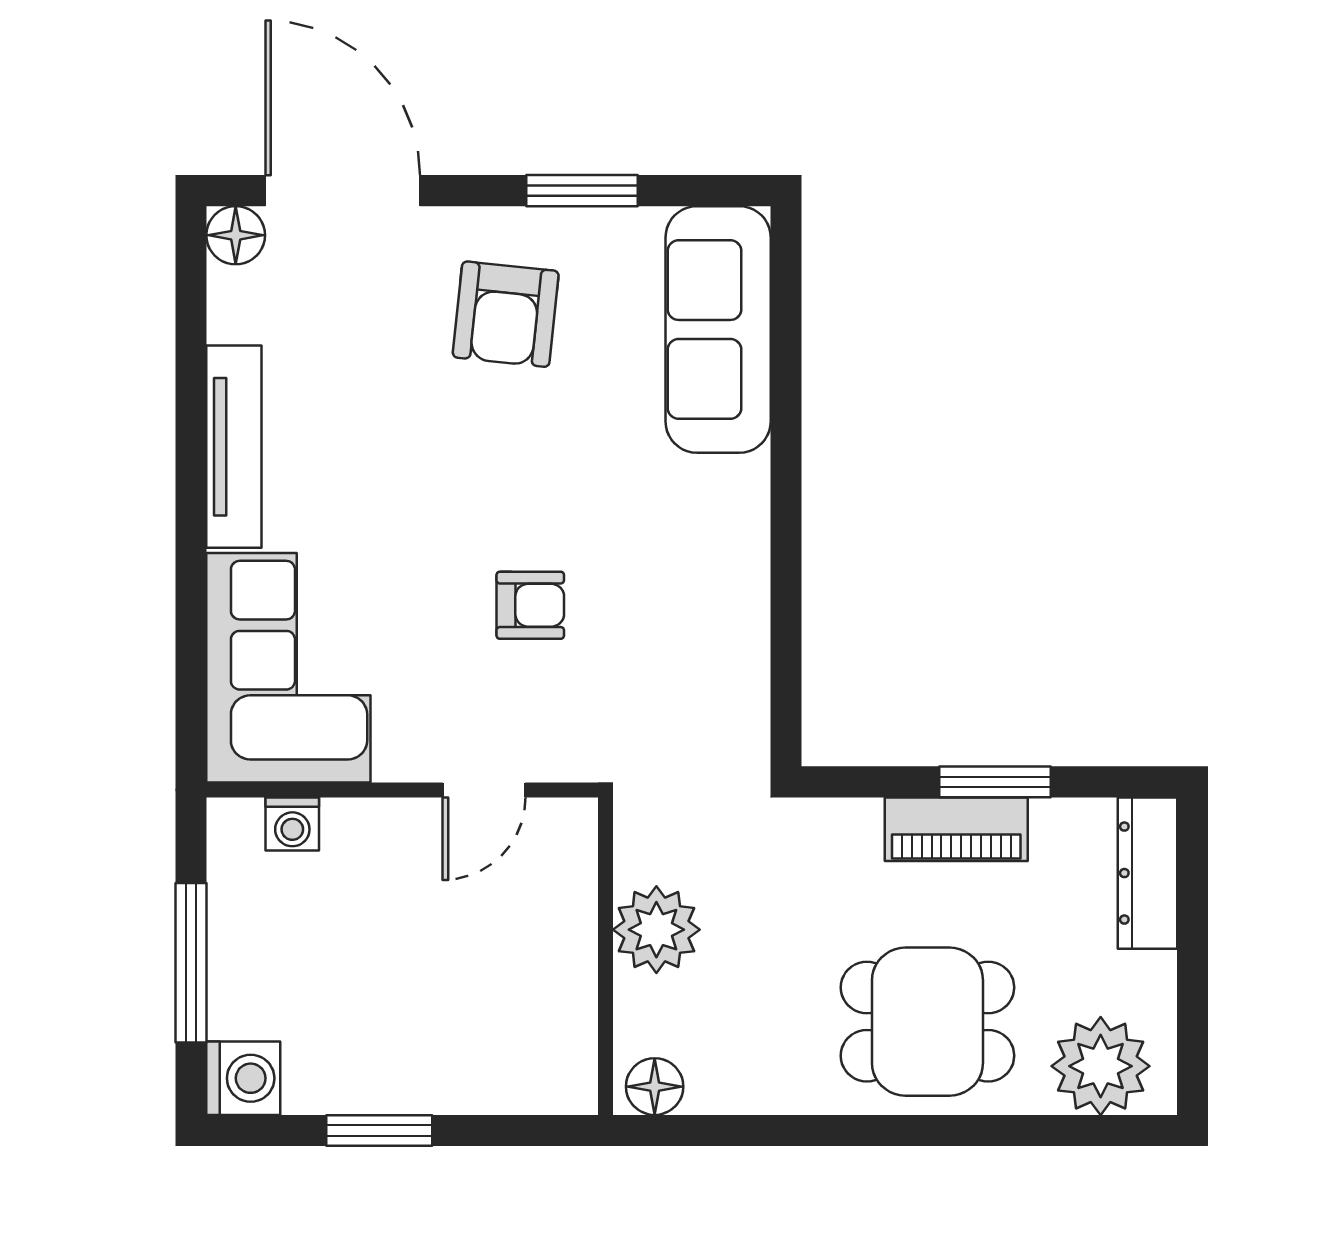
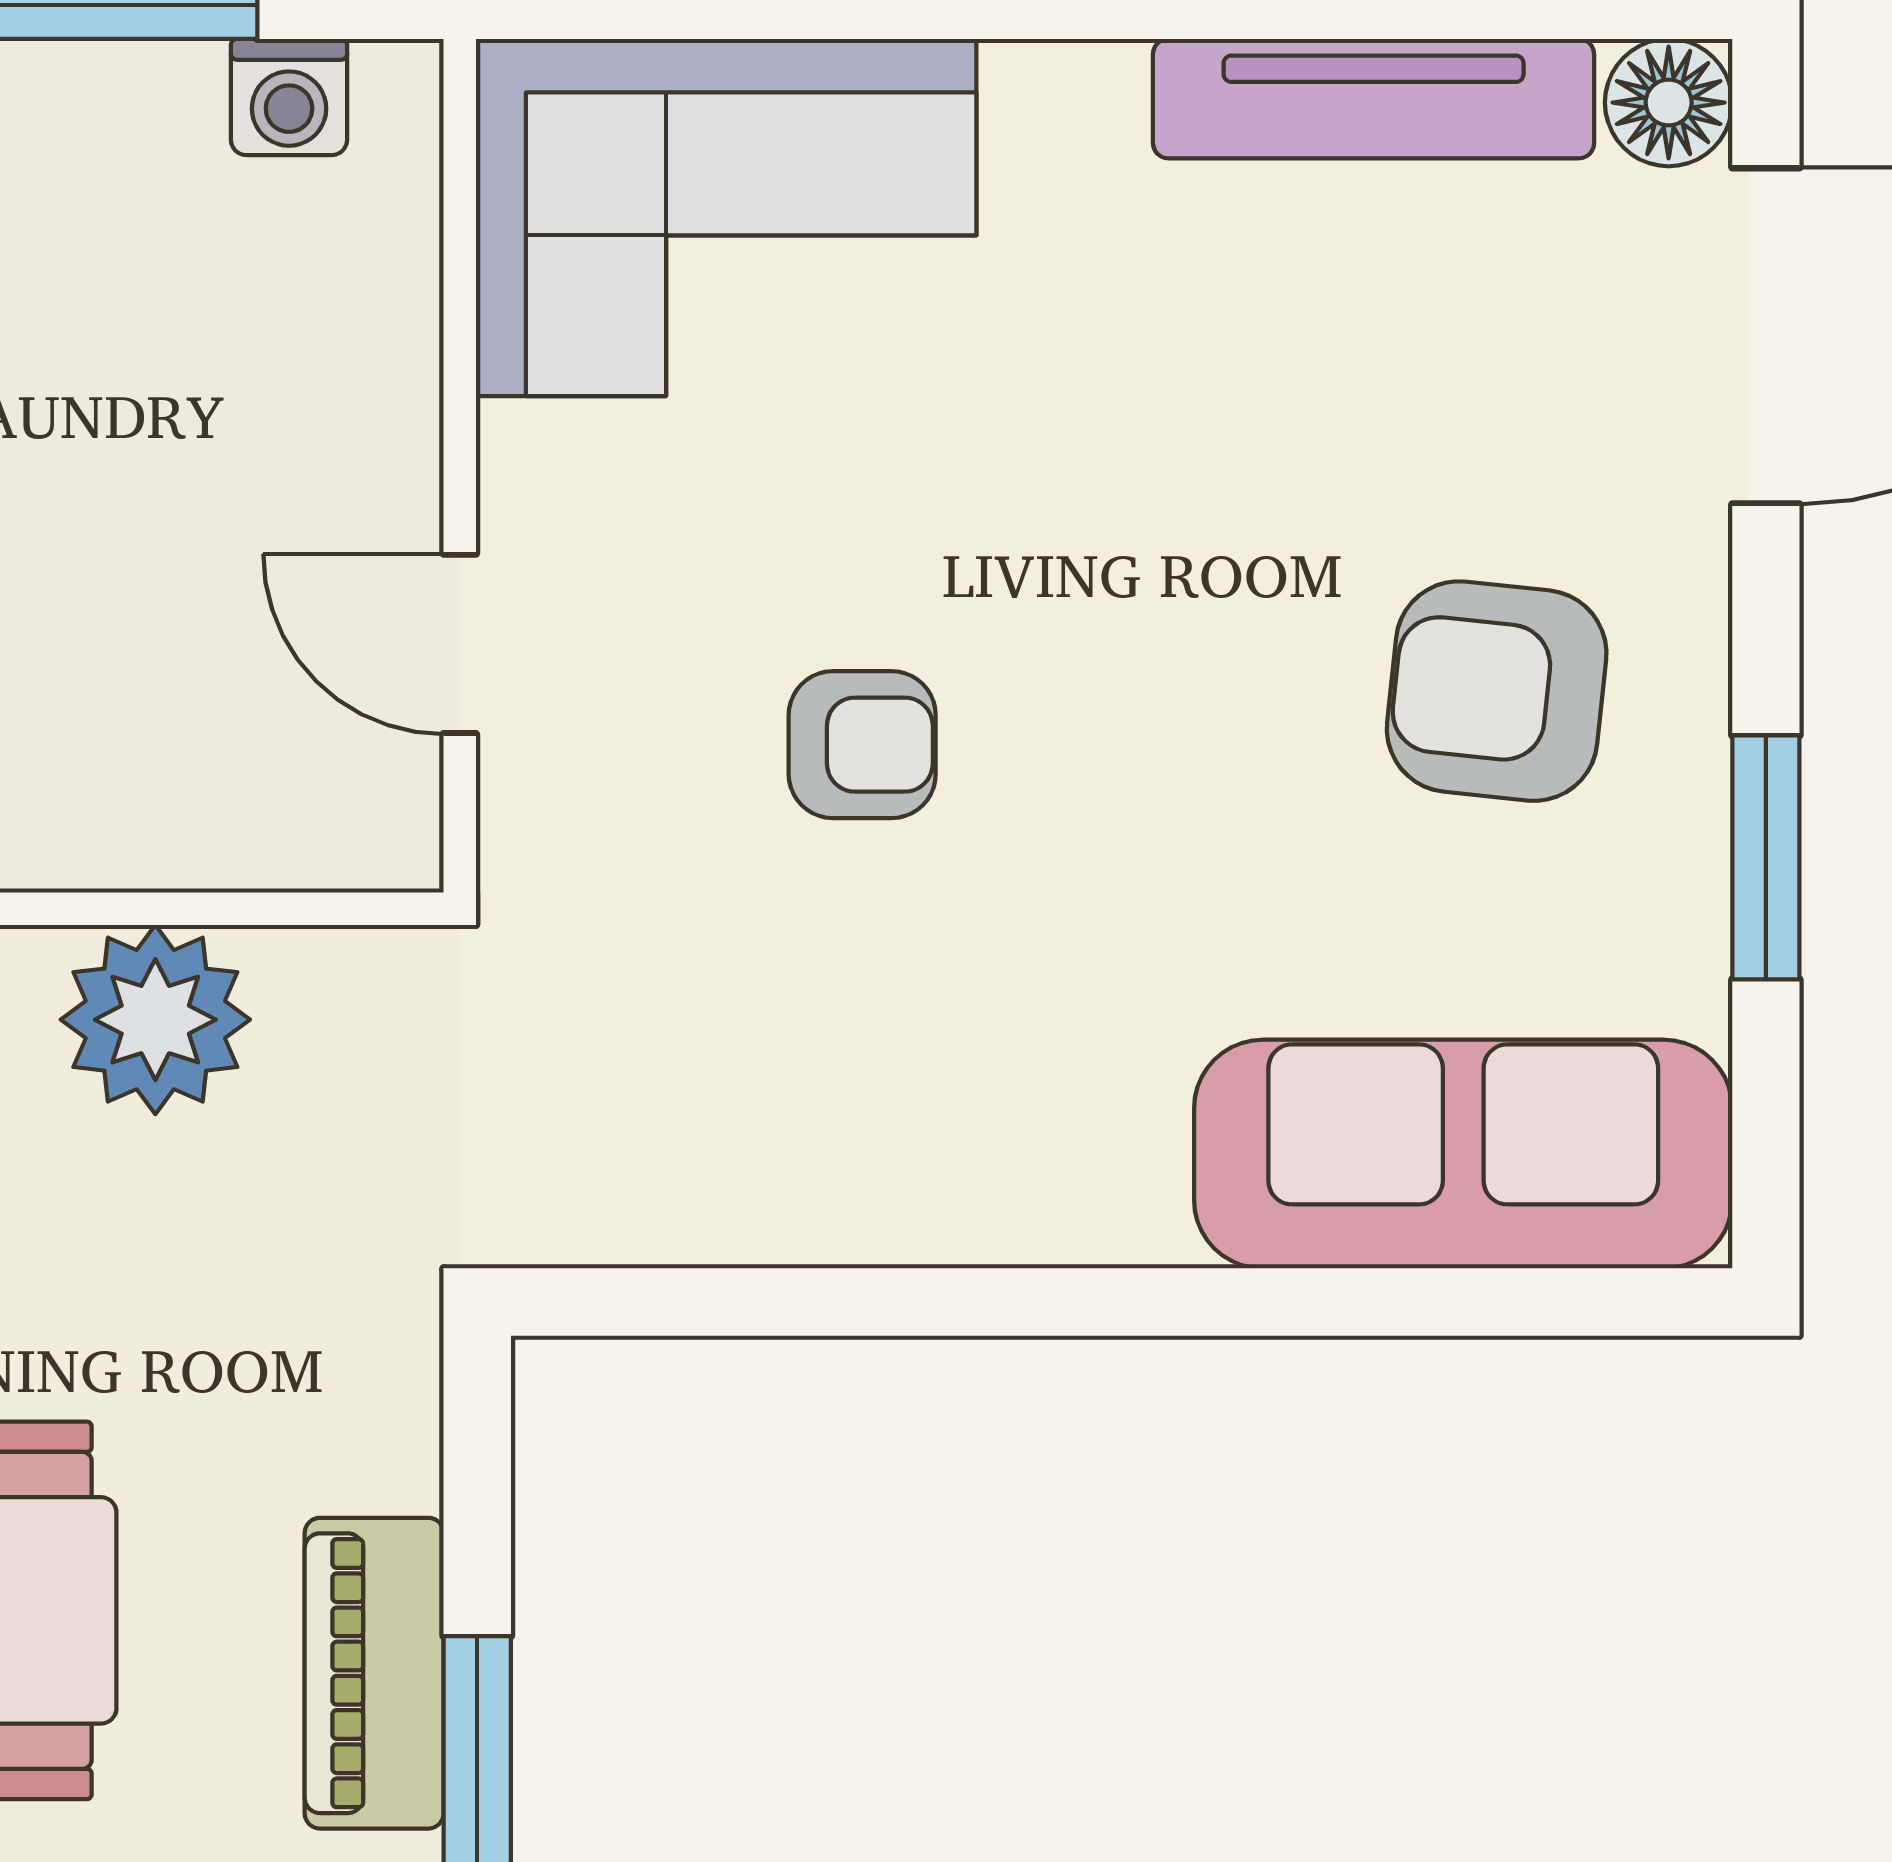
tv unit: (234, 447) -> (1374, 99), moved
armchair: (530, 605) -> (862, 745), turned -90
washing machine: (292, 824) -> (289, 97), moved, turned -90

